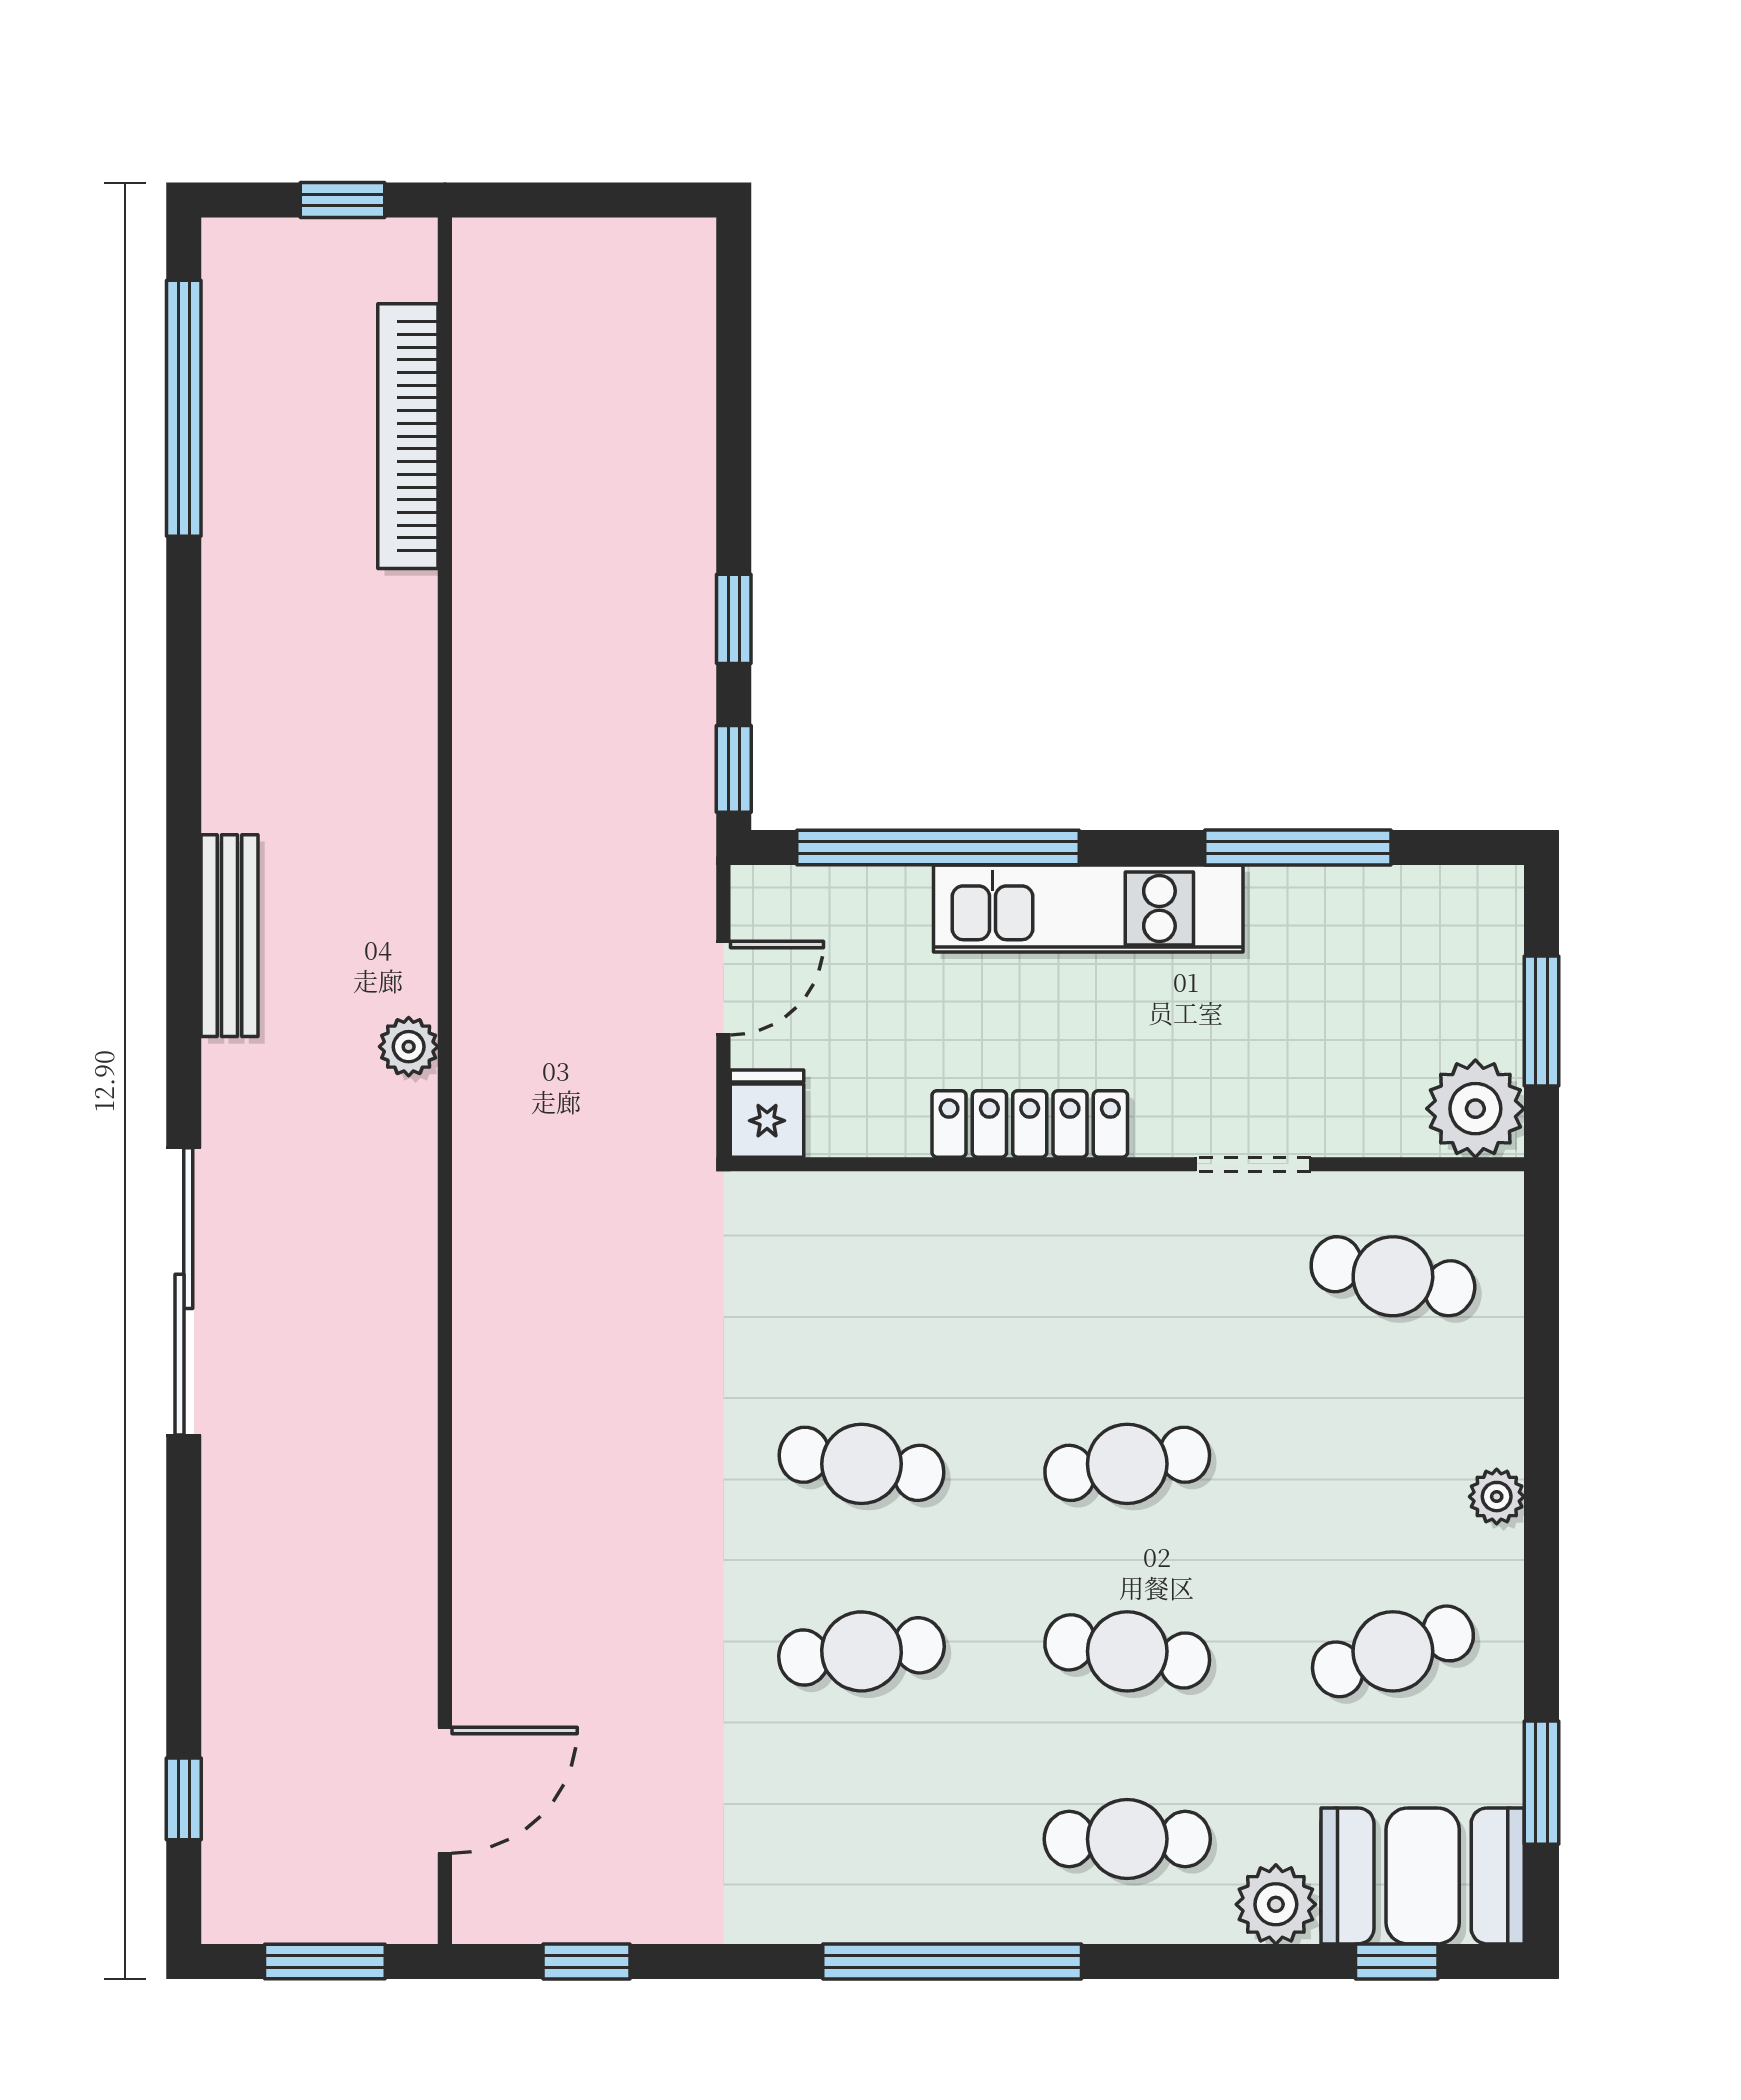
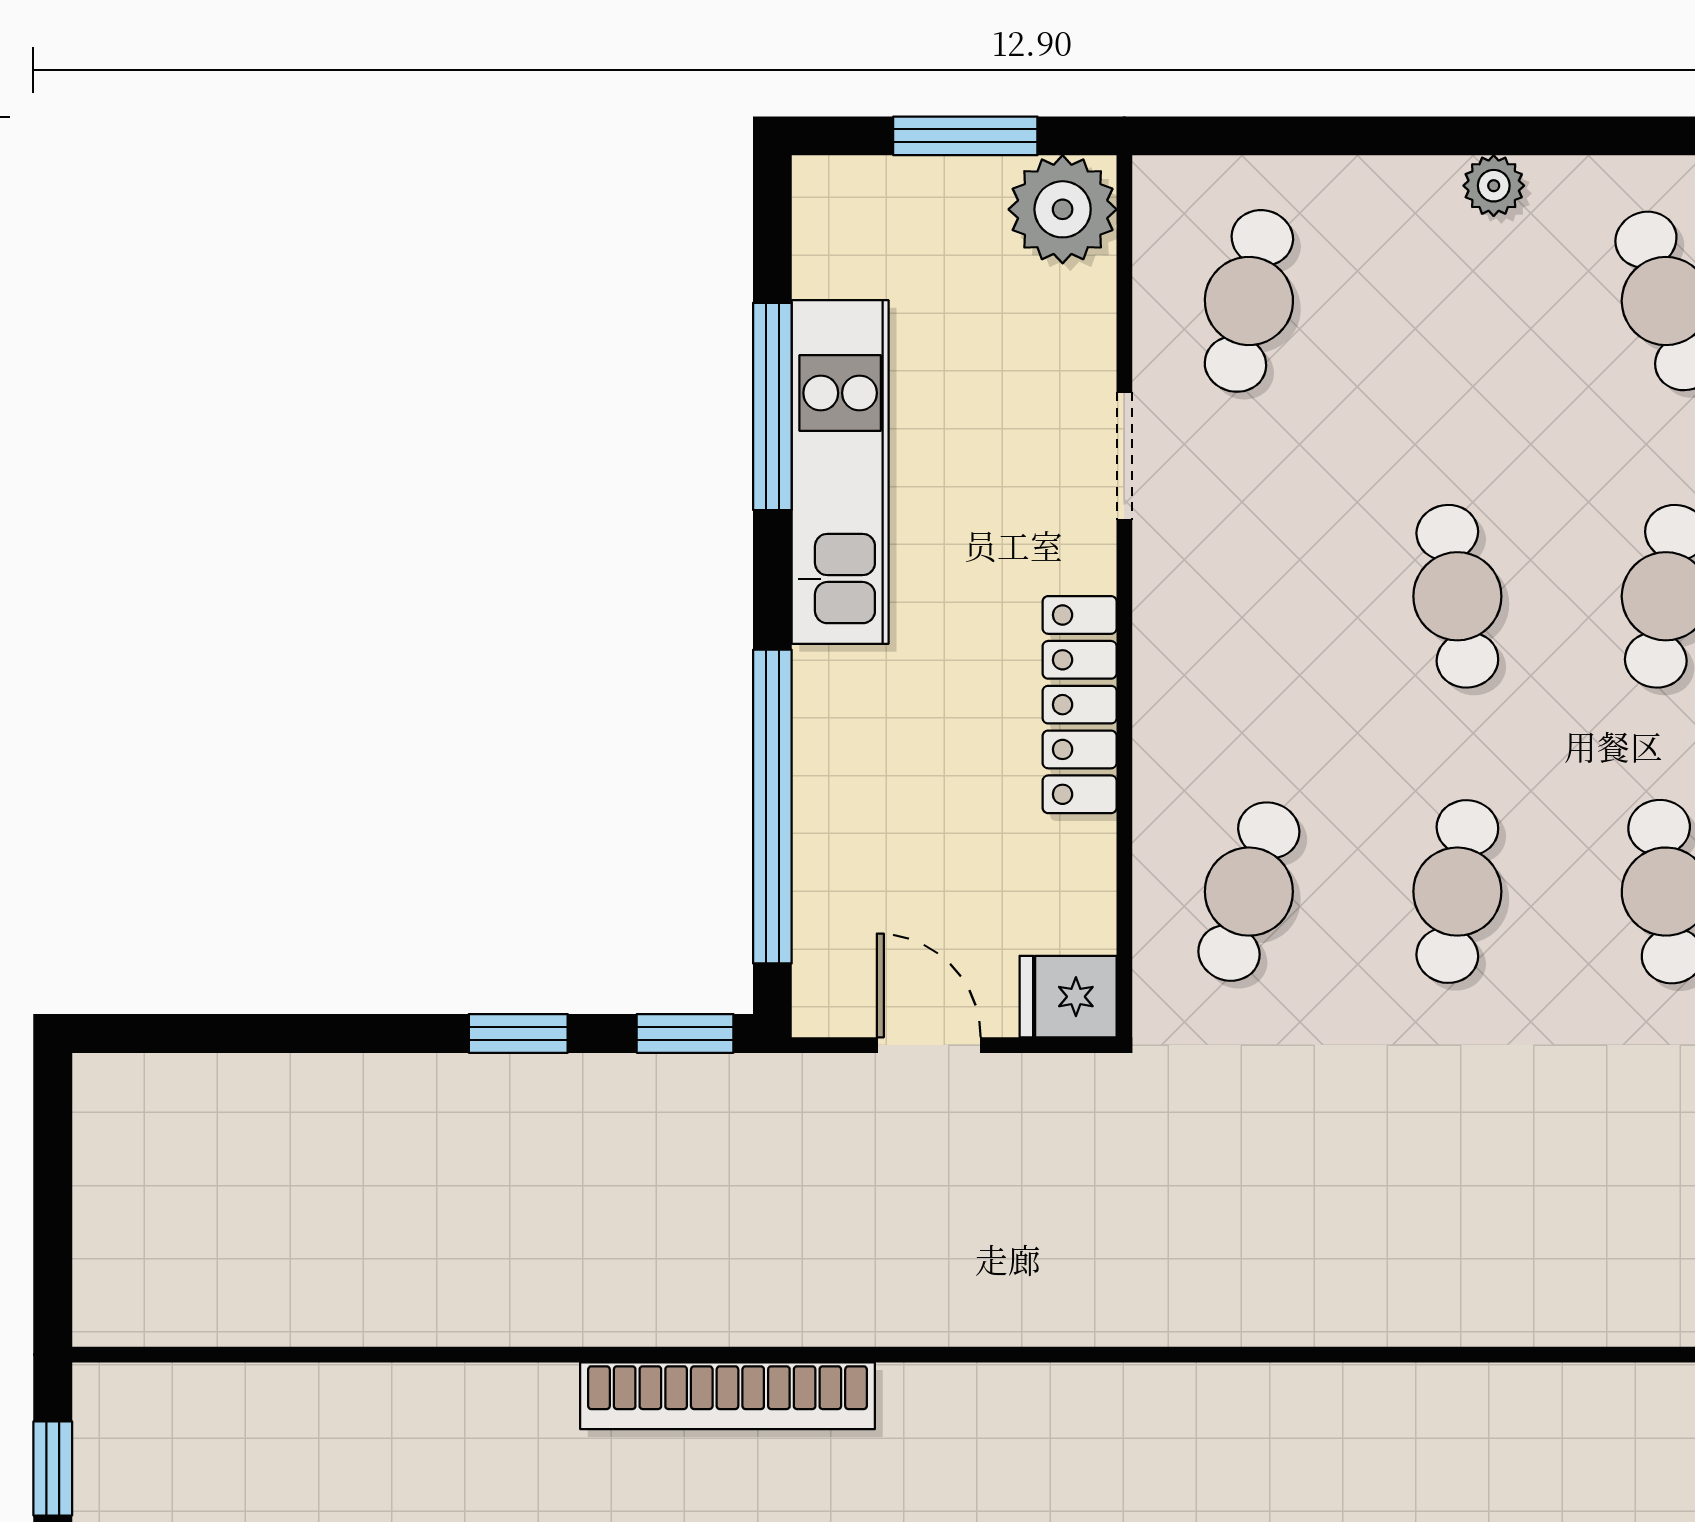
bookcase: (408, 436) -> (727, 1396), moved
kitchen unit: (1088, 908) -> (840, 472), moved
plant: (409, 1047) -> (994, 1395), removed
cafe table: (861, 1276) -> (1249, 892), added

